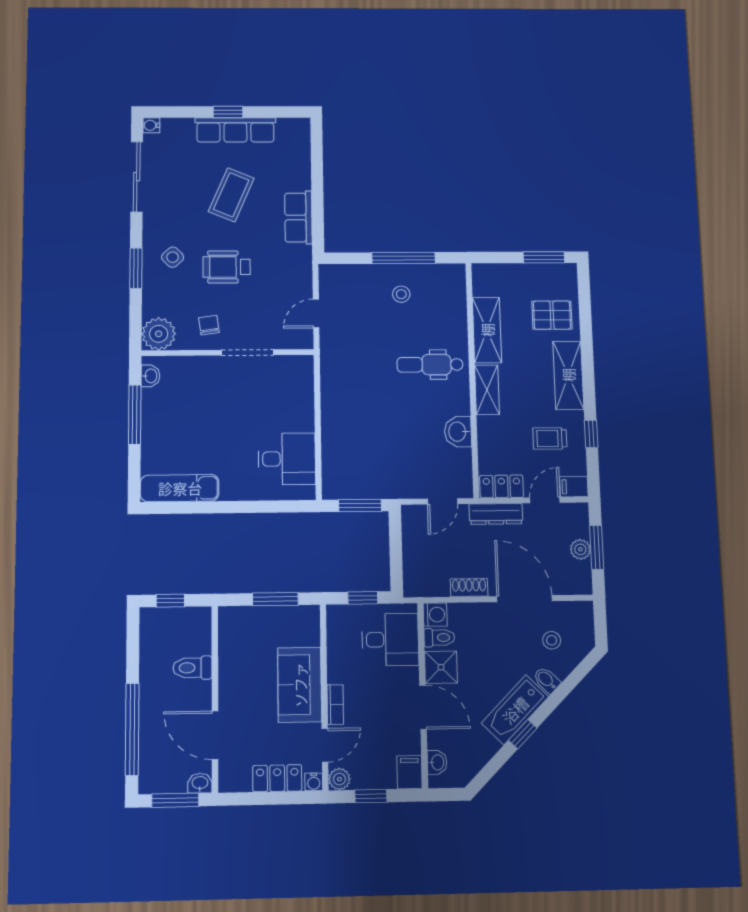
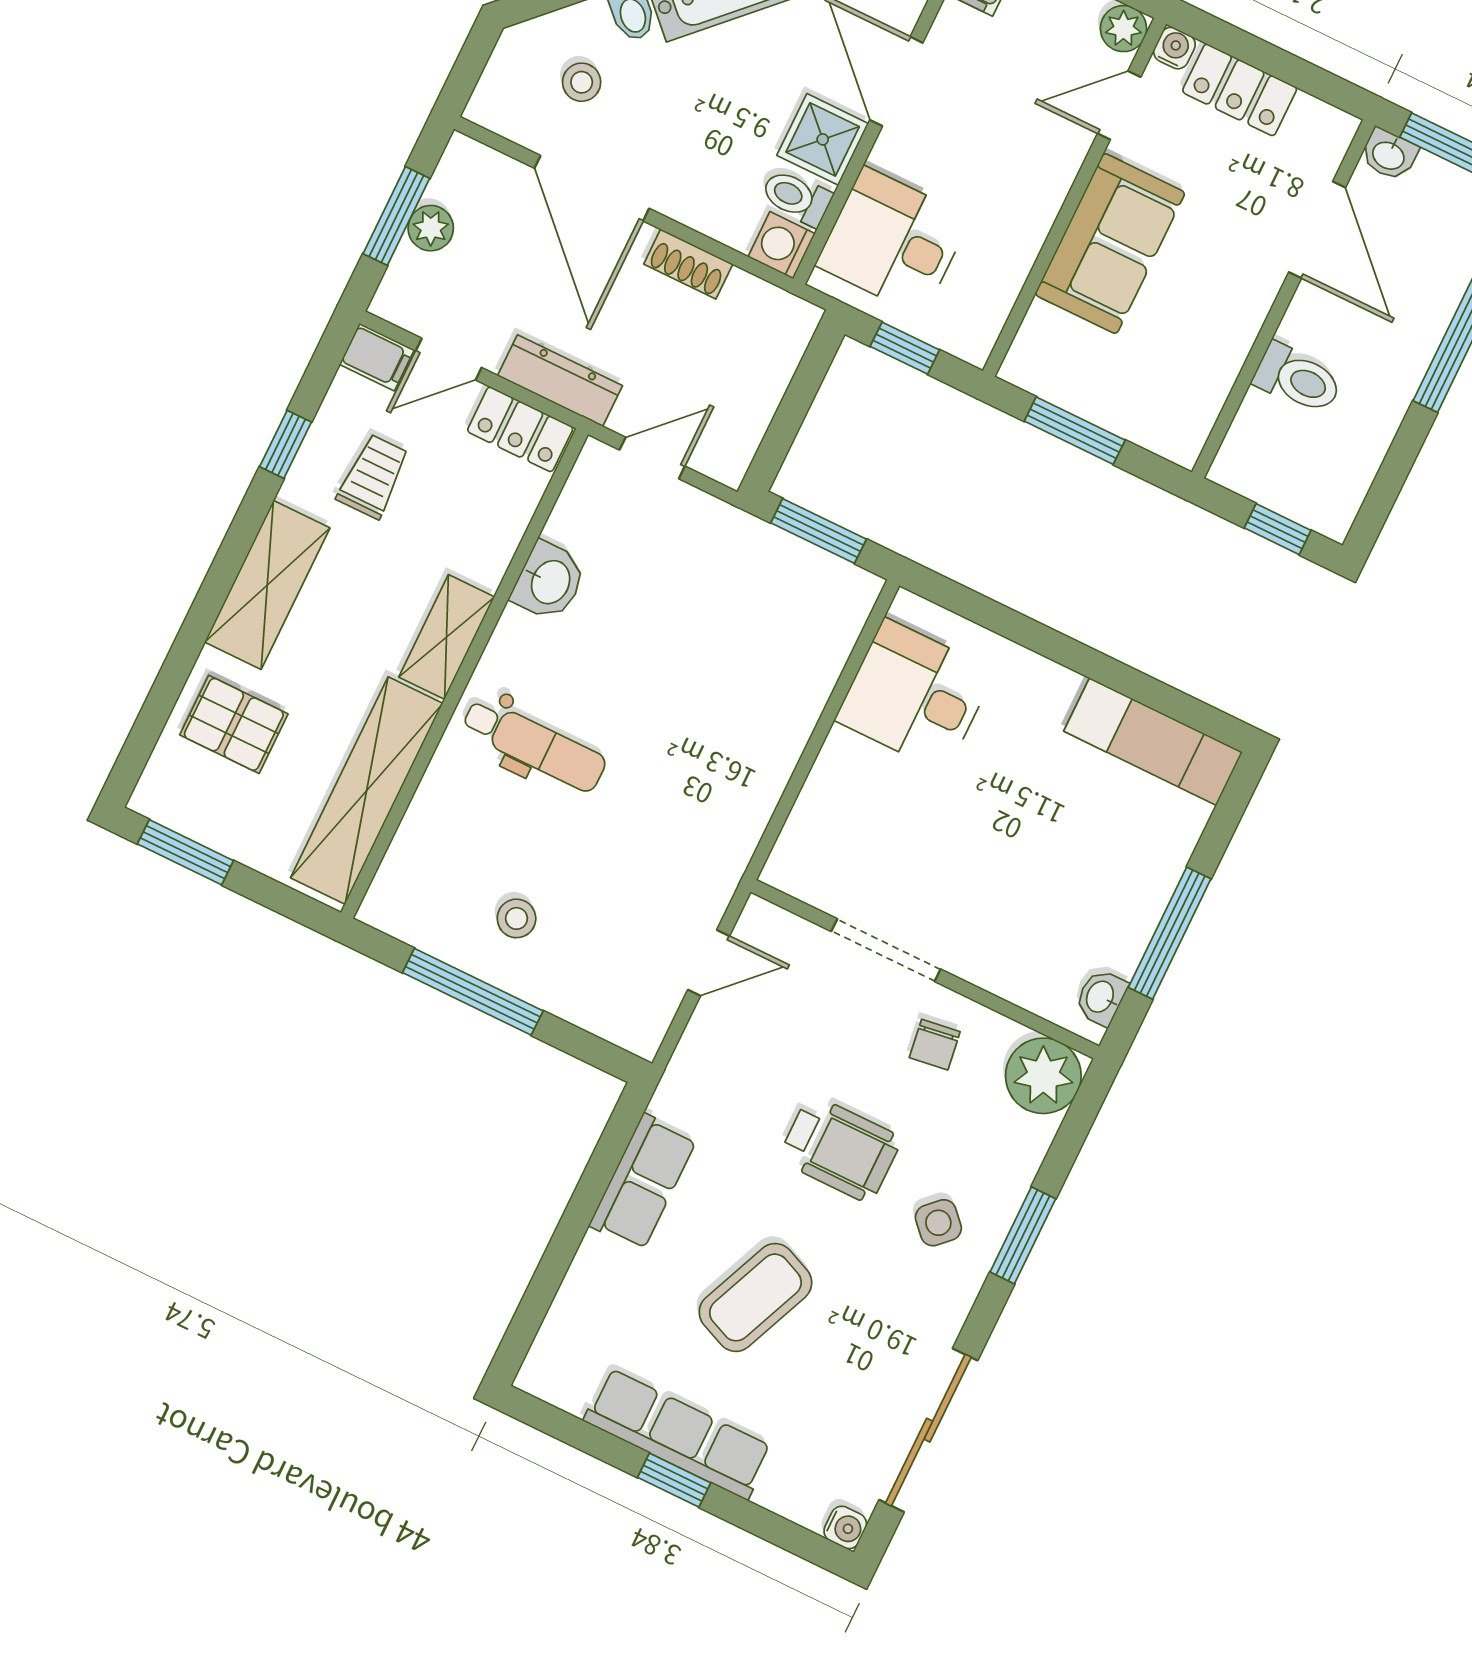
shelving: (487, 330) -> (367, 791), width x1.47
trolley: (550, 438) -> (373, 476), turned -90
bookcase: (335, 705) -> (1061, 172), removed

